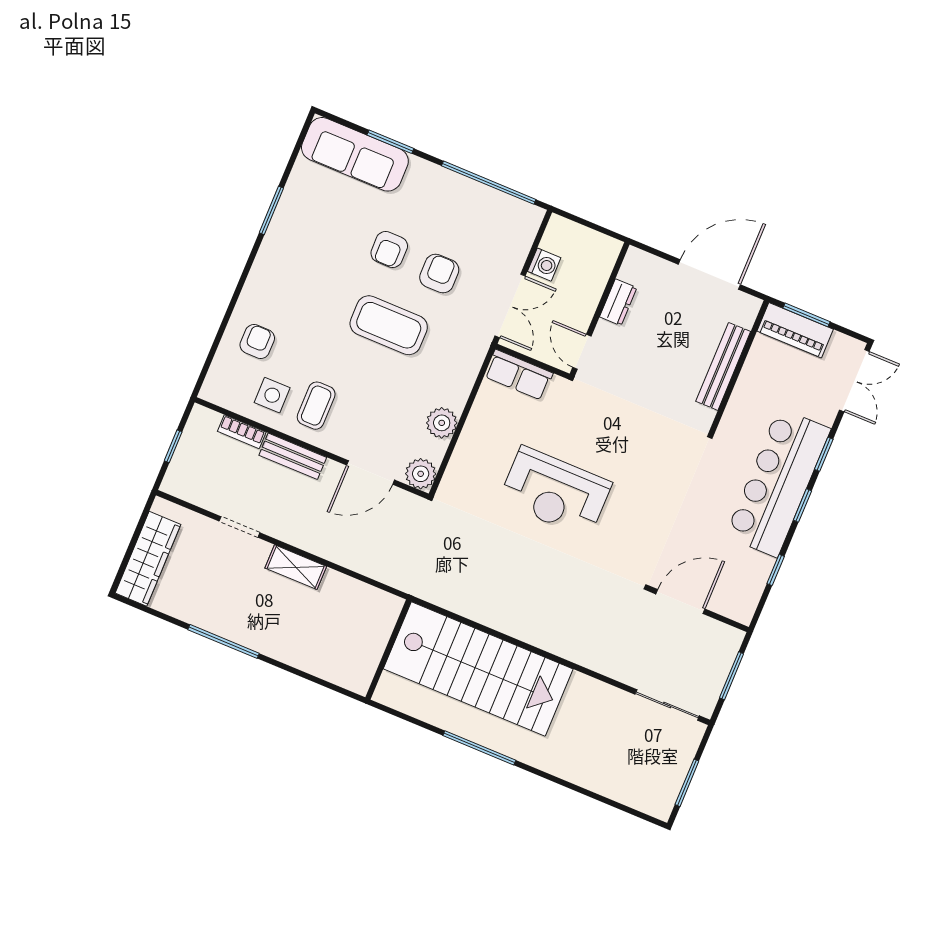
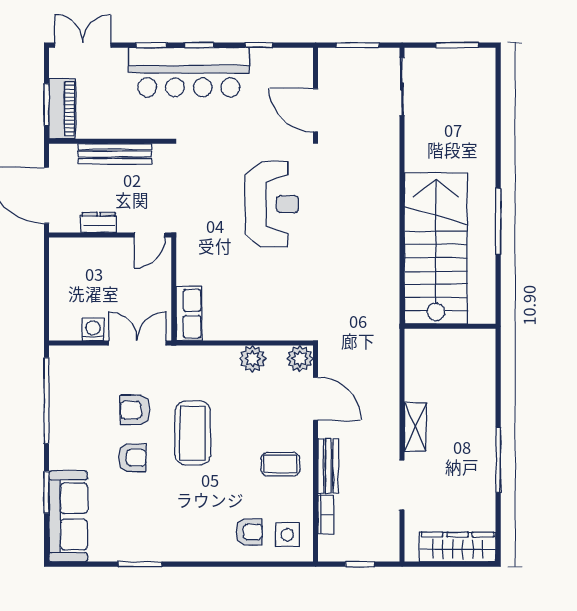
dresser: (618, 302) -> (99, 222), moved
wall: (600, 309) -> (110, 235), moved
armchair: (257, 342) -> (249, 532), turned 180
door: (582, 352) -> (150, 235), moved
side table: (272, 395) -> (287, 535), moved
reception desk: (555, 492) -> (272, 204), moved
doorway: (239, 527) -> (402, 485), width x1.38

